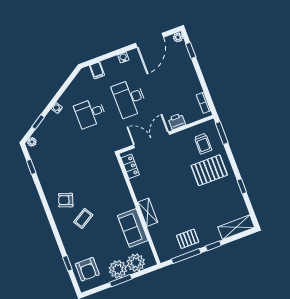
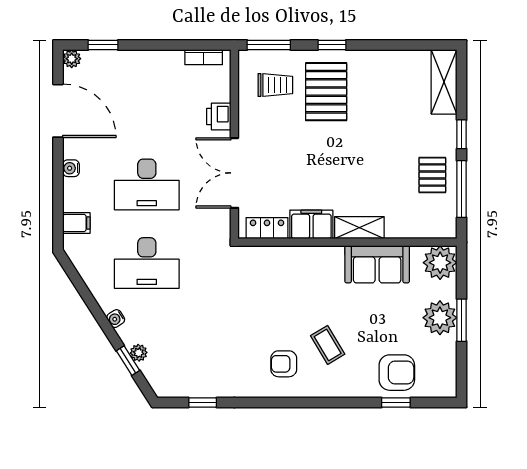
desk: (90, 113) -> (147, 263), width x1.37
plant: (32, 142) -> (139, 353), moved
window: (242, 186) -> (332, 45), moved
filing cabinet: (140, 188) -> (311, 224), added
armchair: (66, 200) -> (284, 364), turned 71
plant: (136, 263) -> (440, 263), moved
armchair: (87, 269) -> (397, 373), moved

